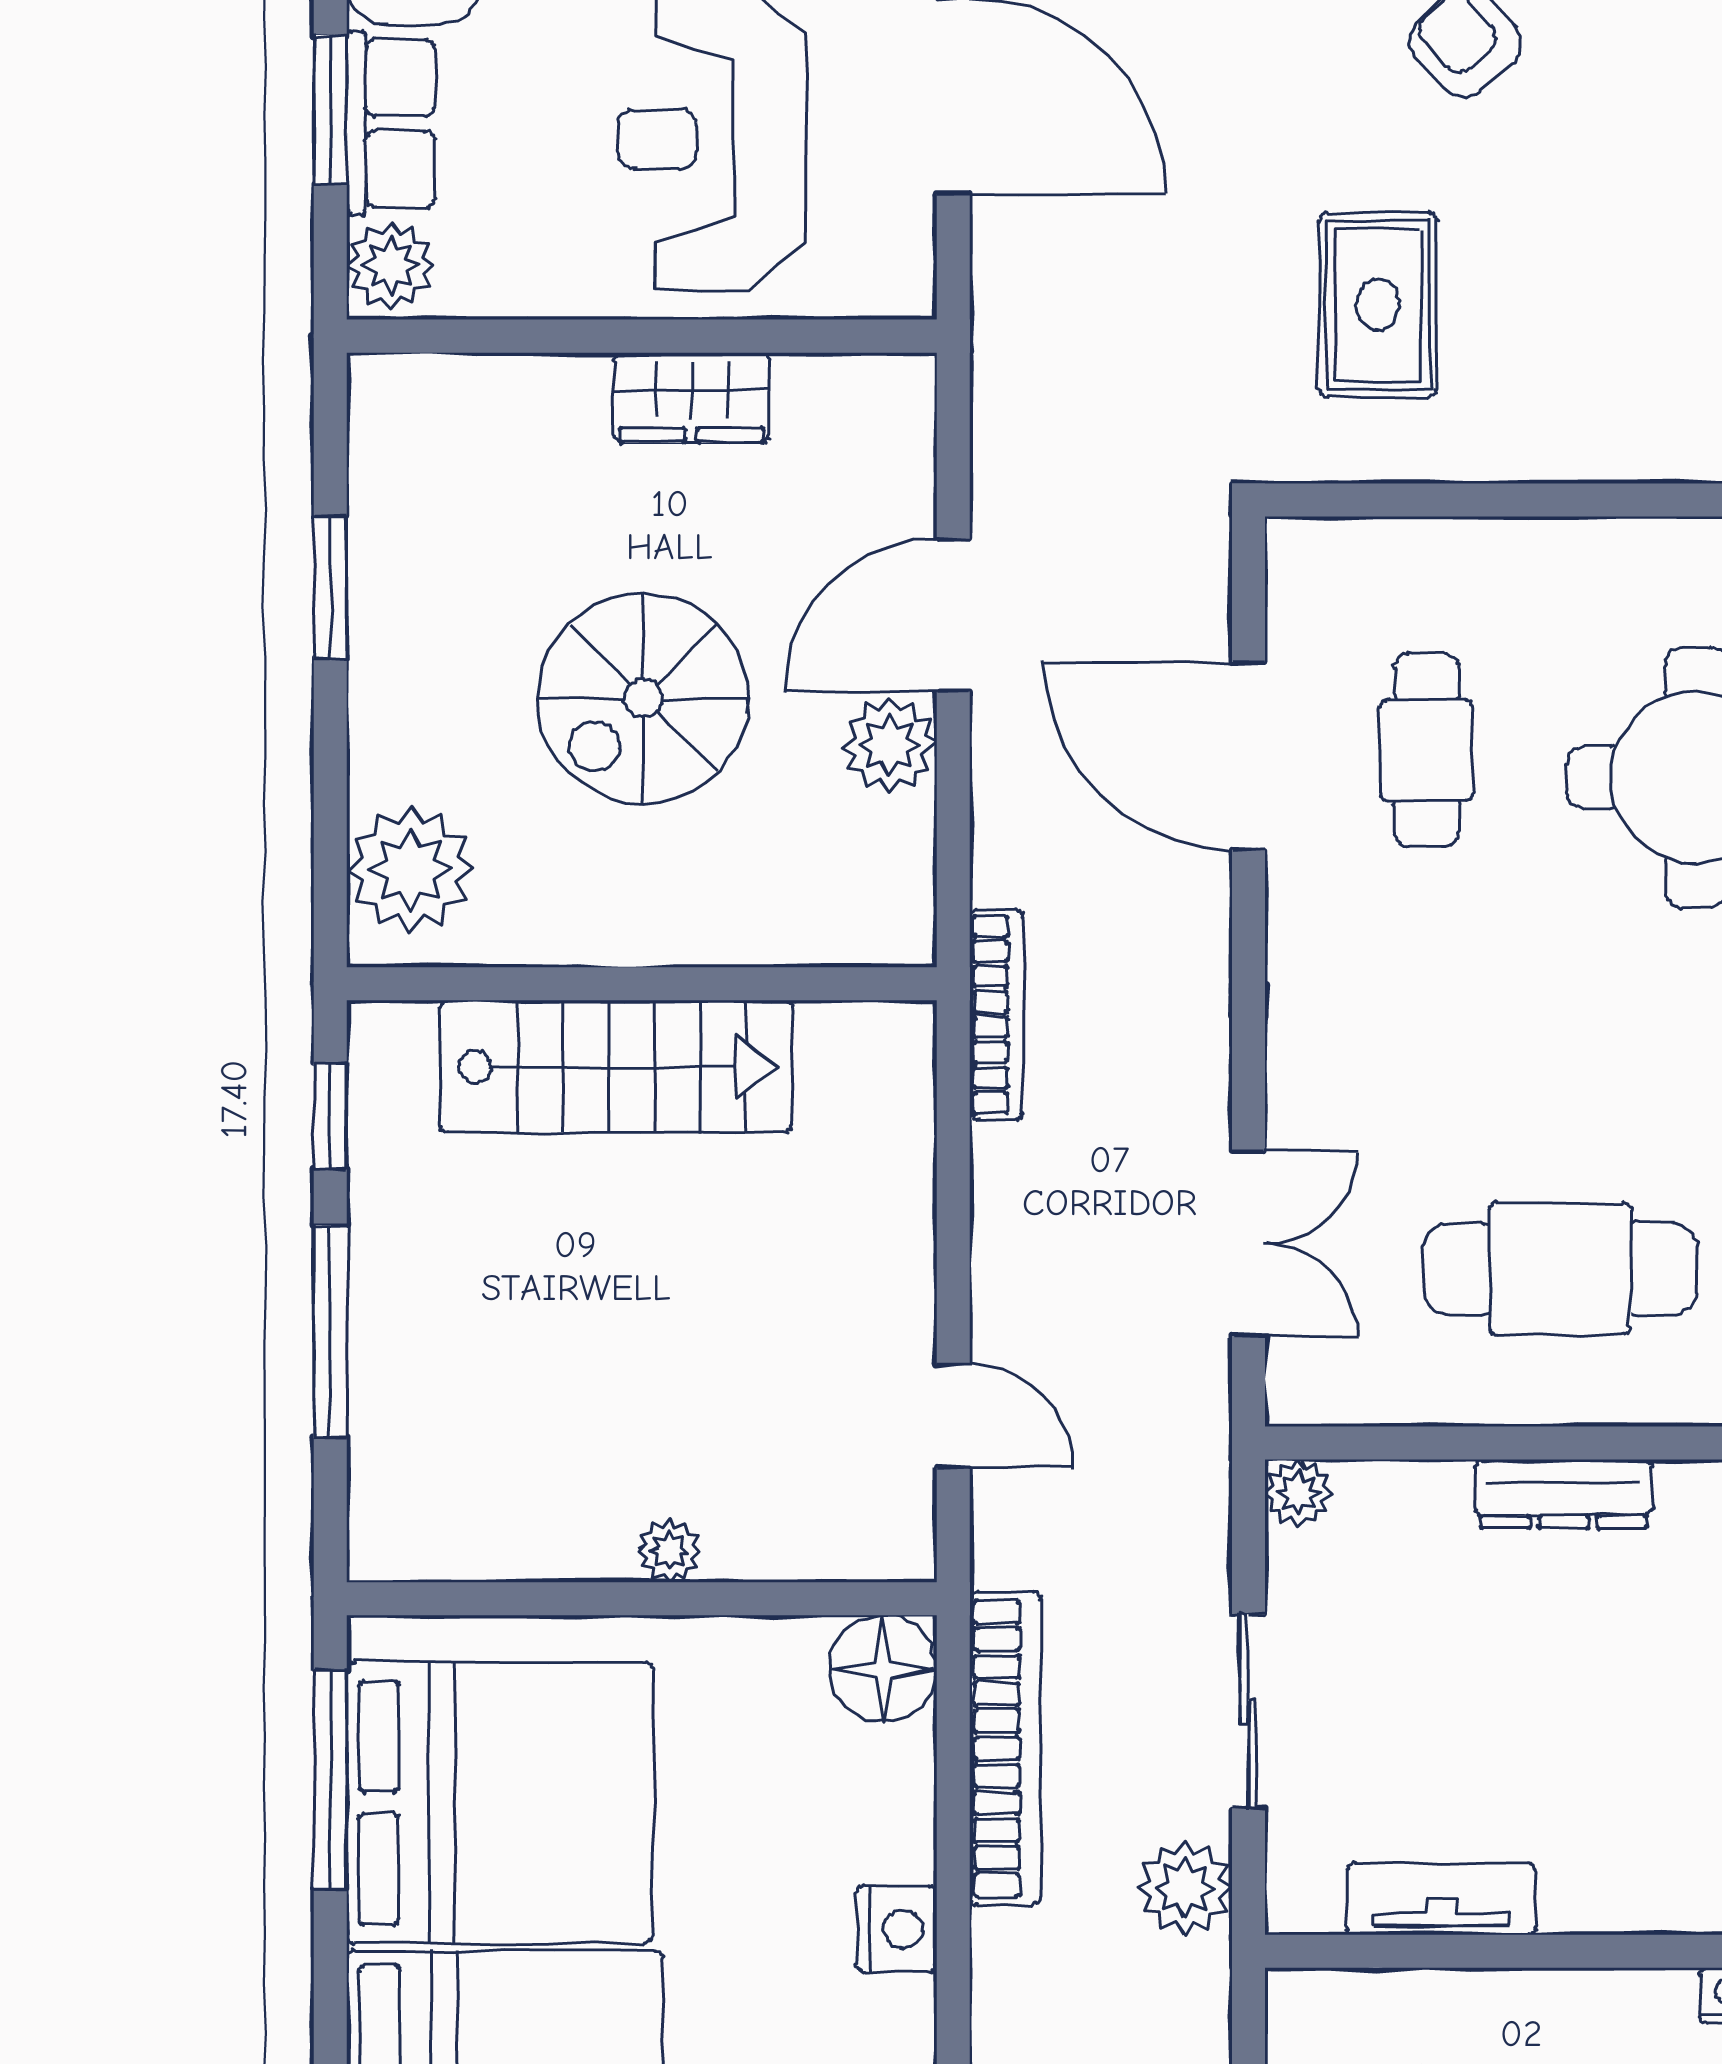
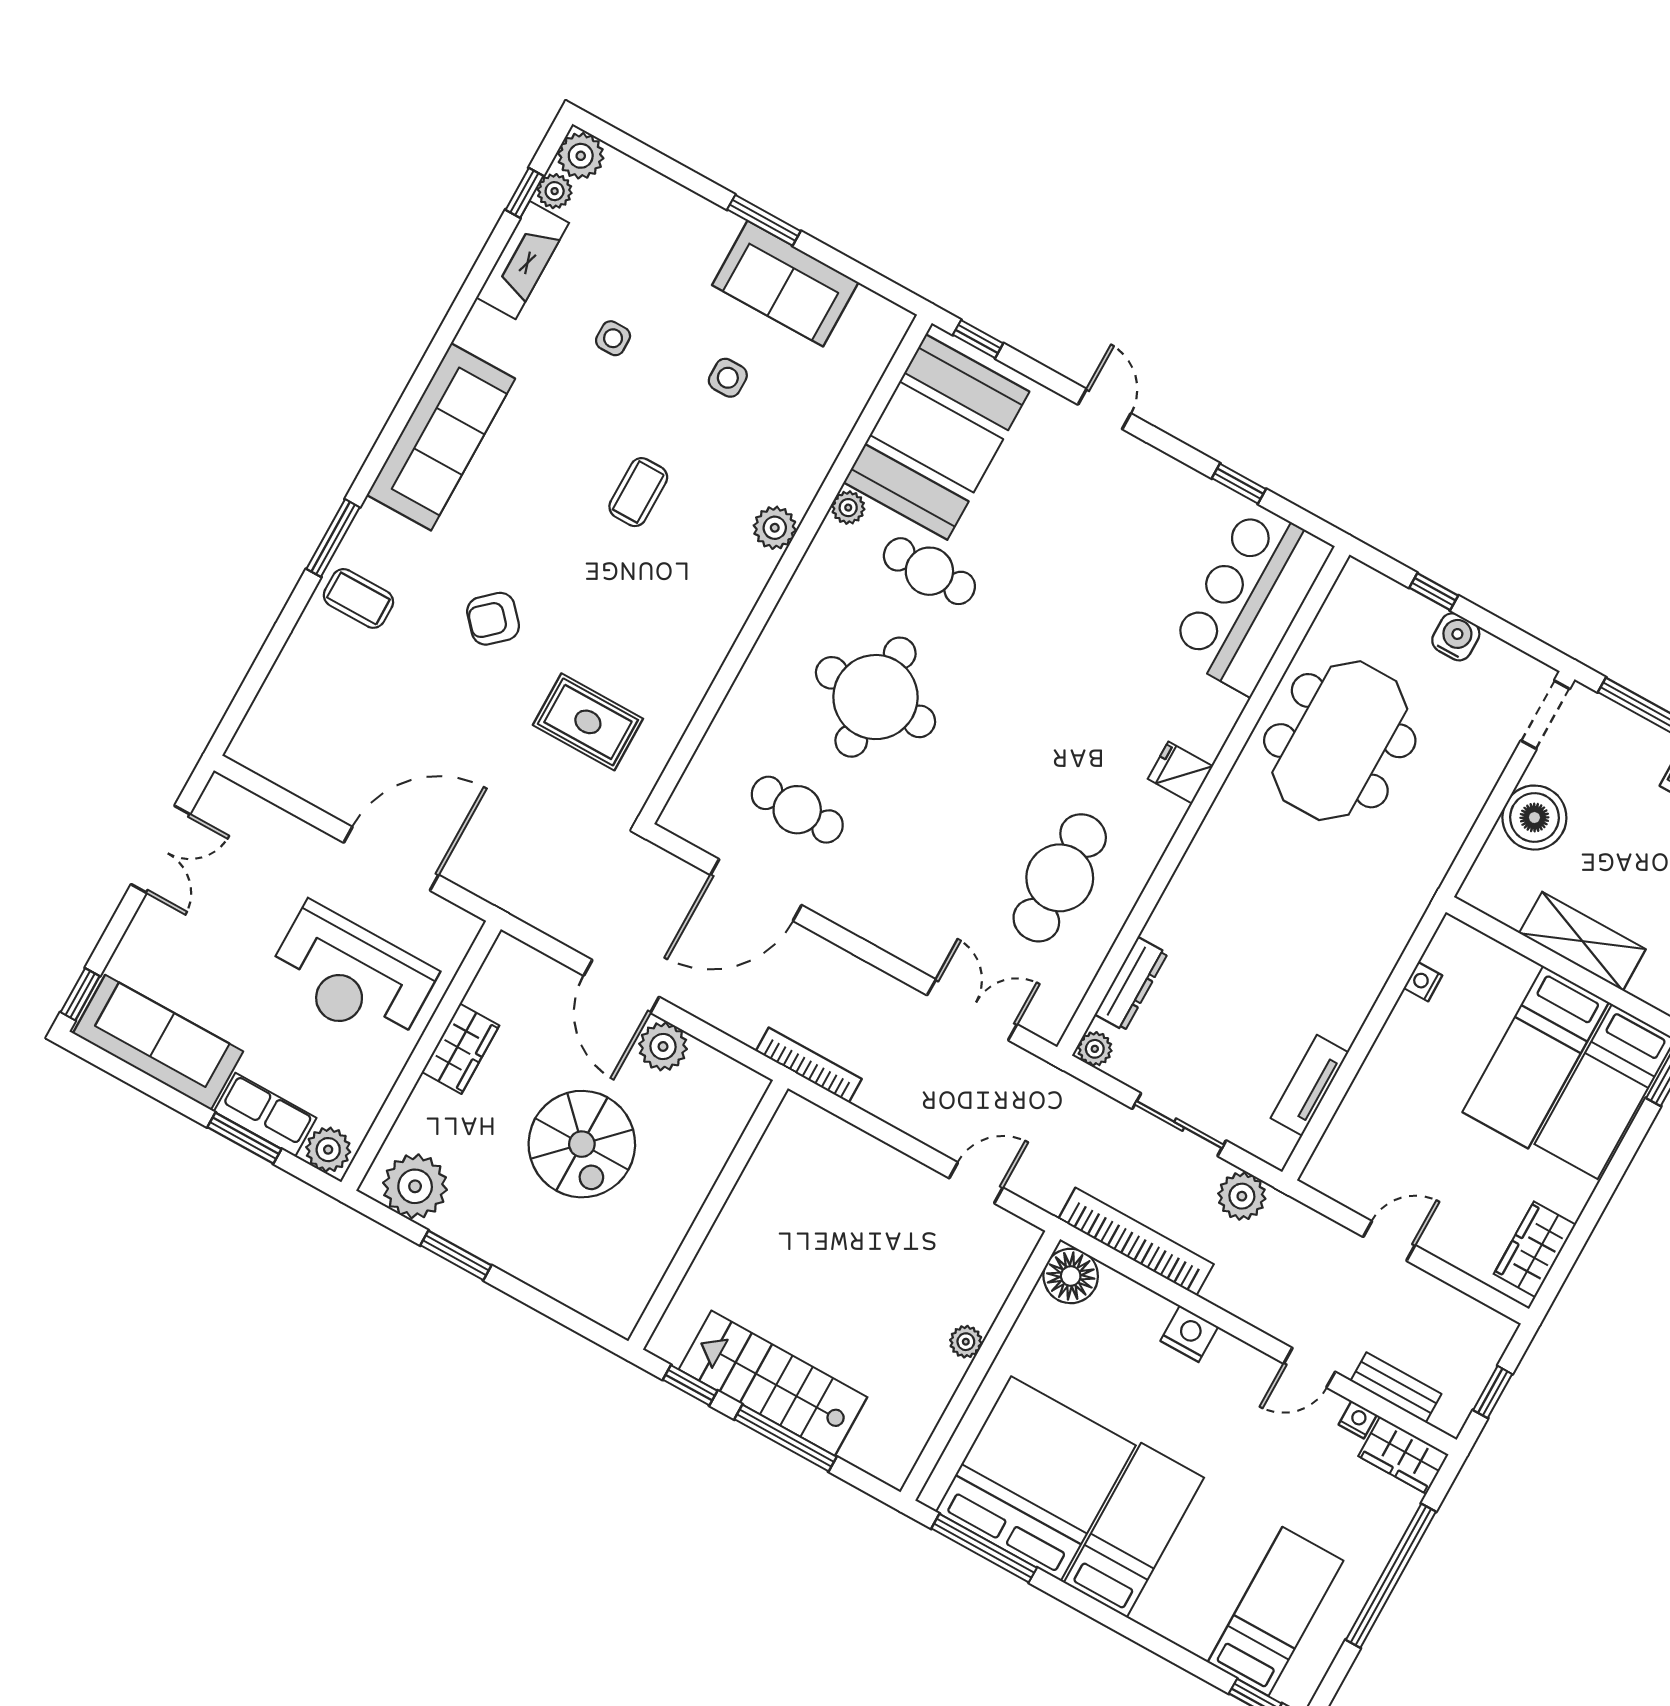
plant: (410, 869) -> (415, 1186), moved
stairs: (616, 1067) -> (773, 1383), moved, turned -90
dresser: (1564, 1494) -> (1131, 984), moved

